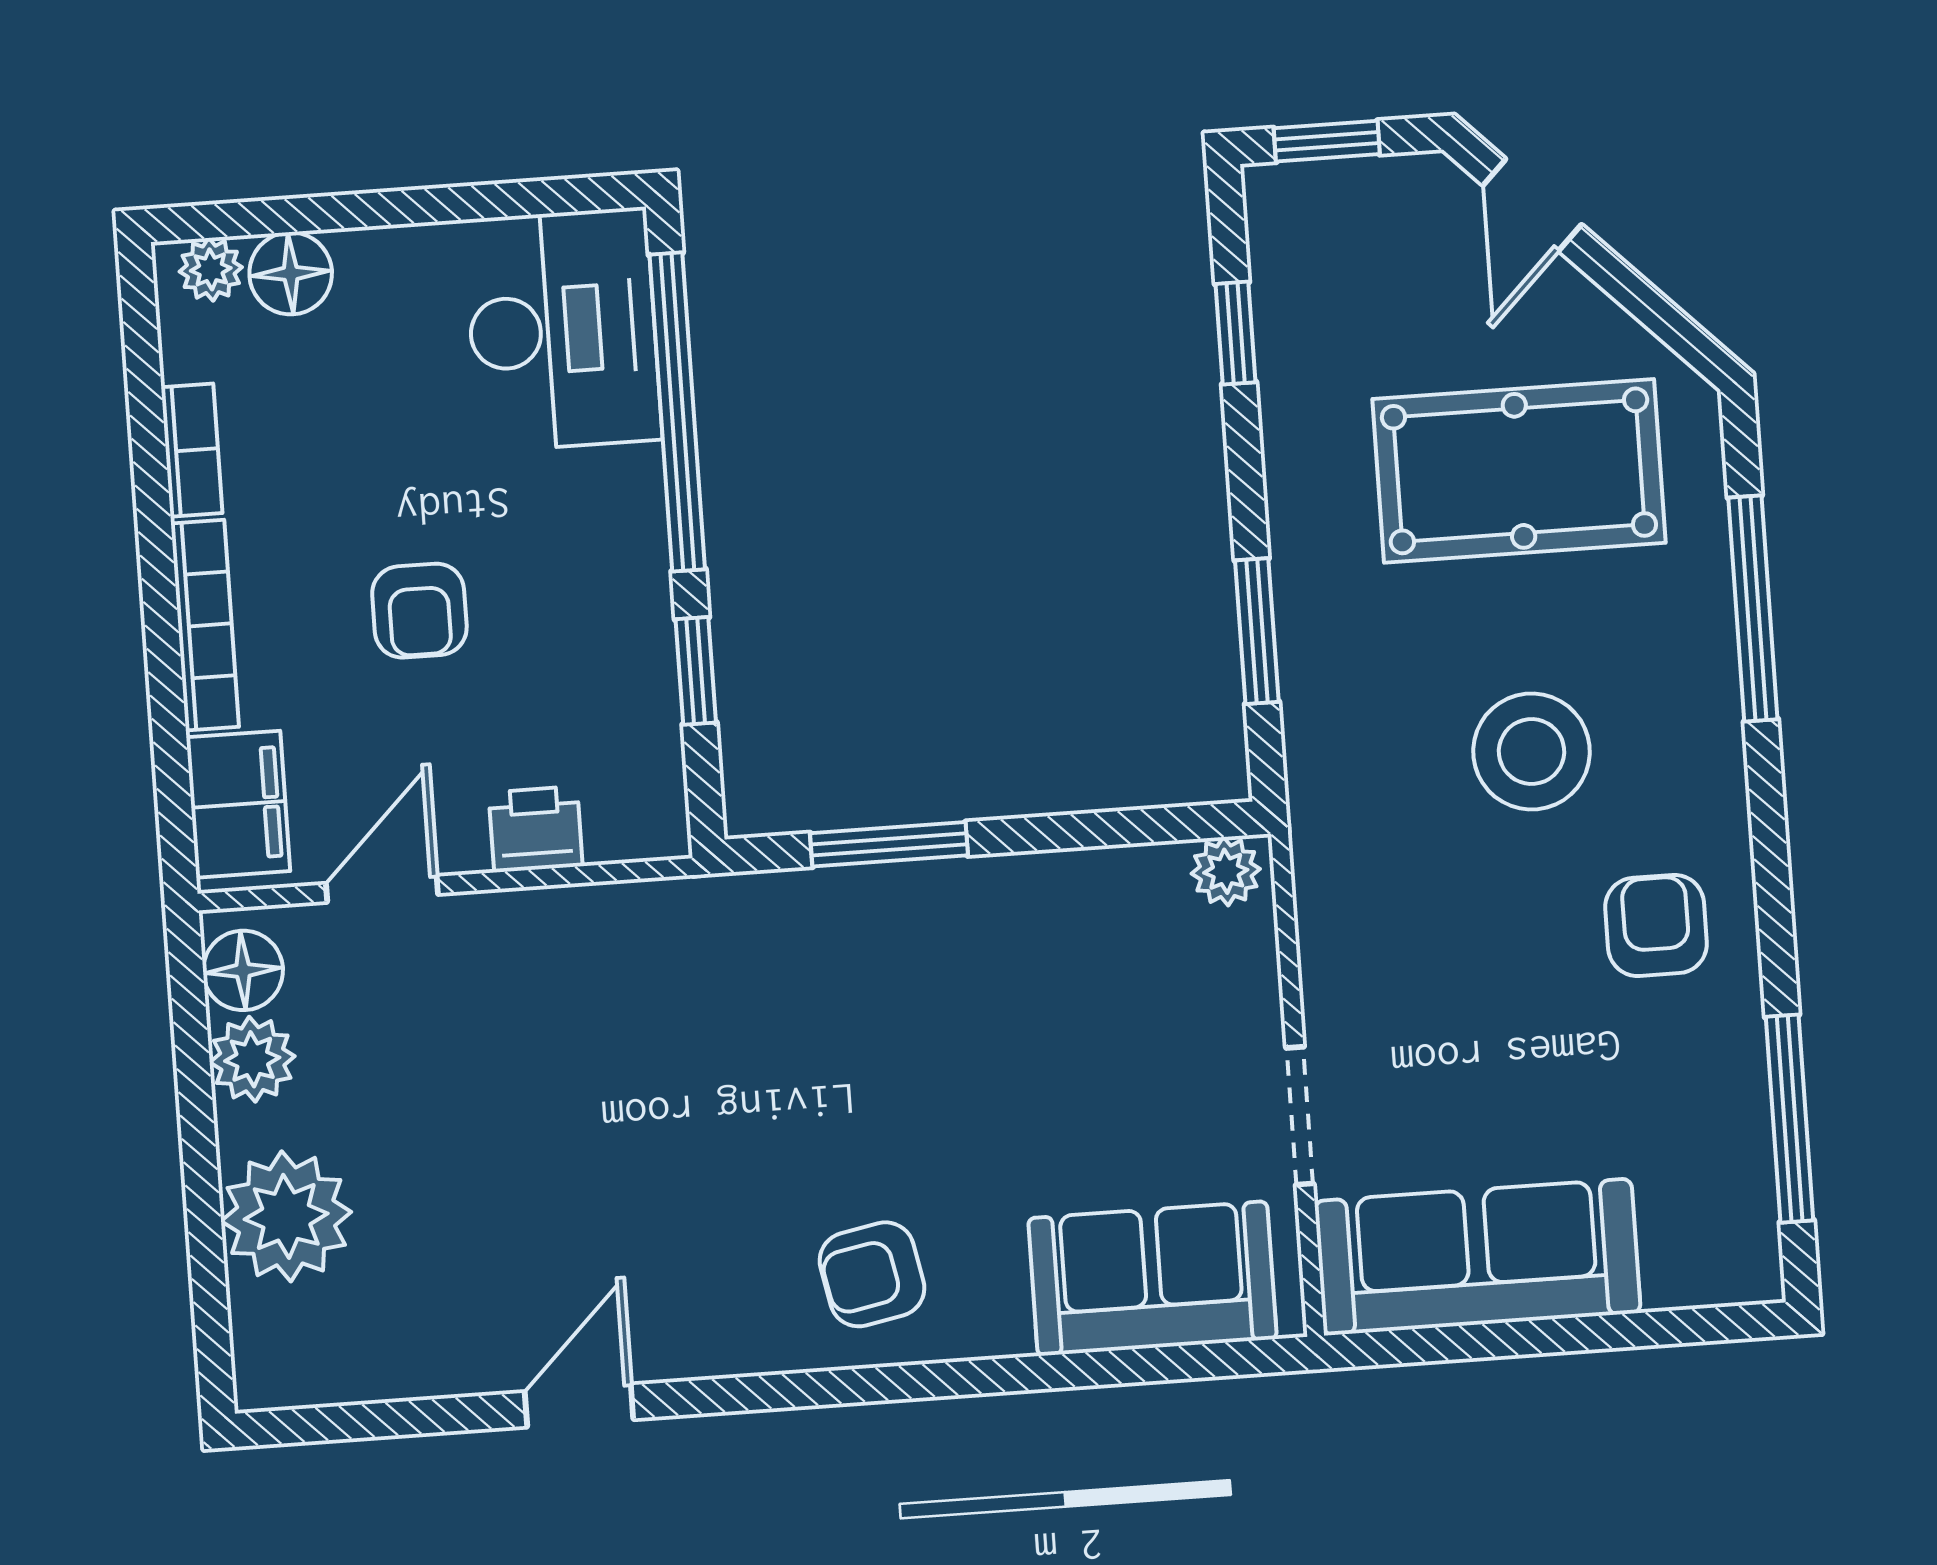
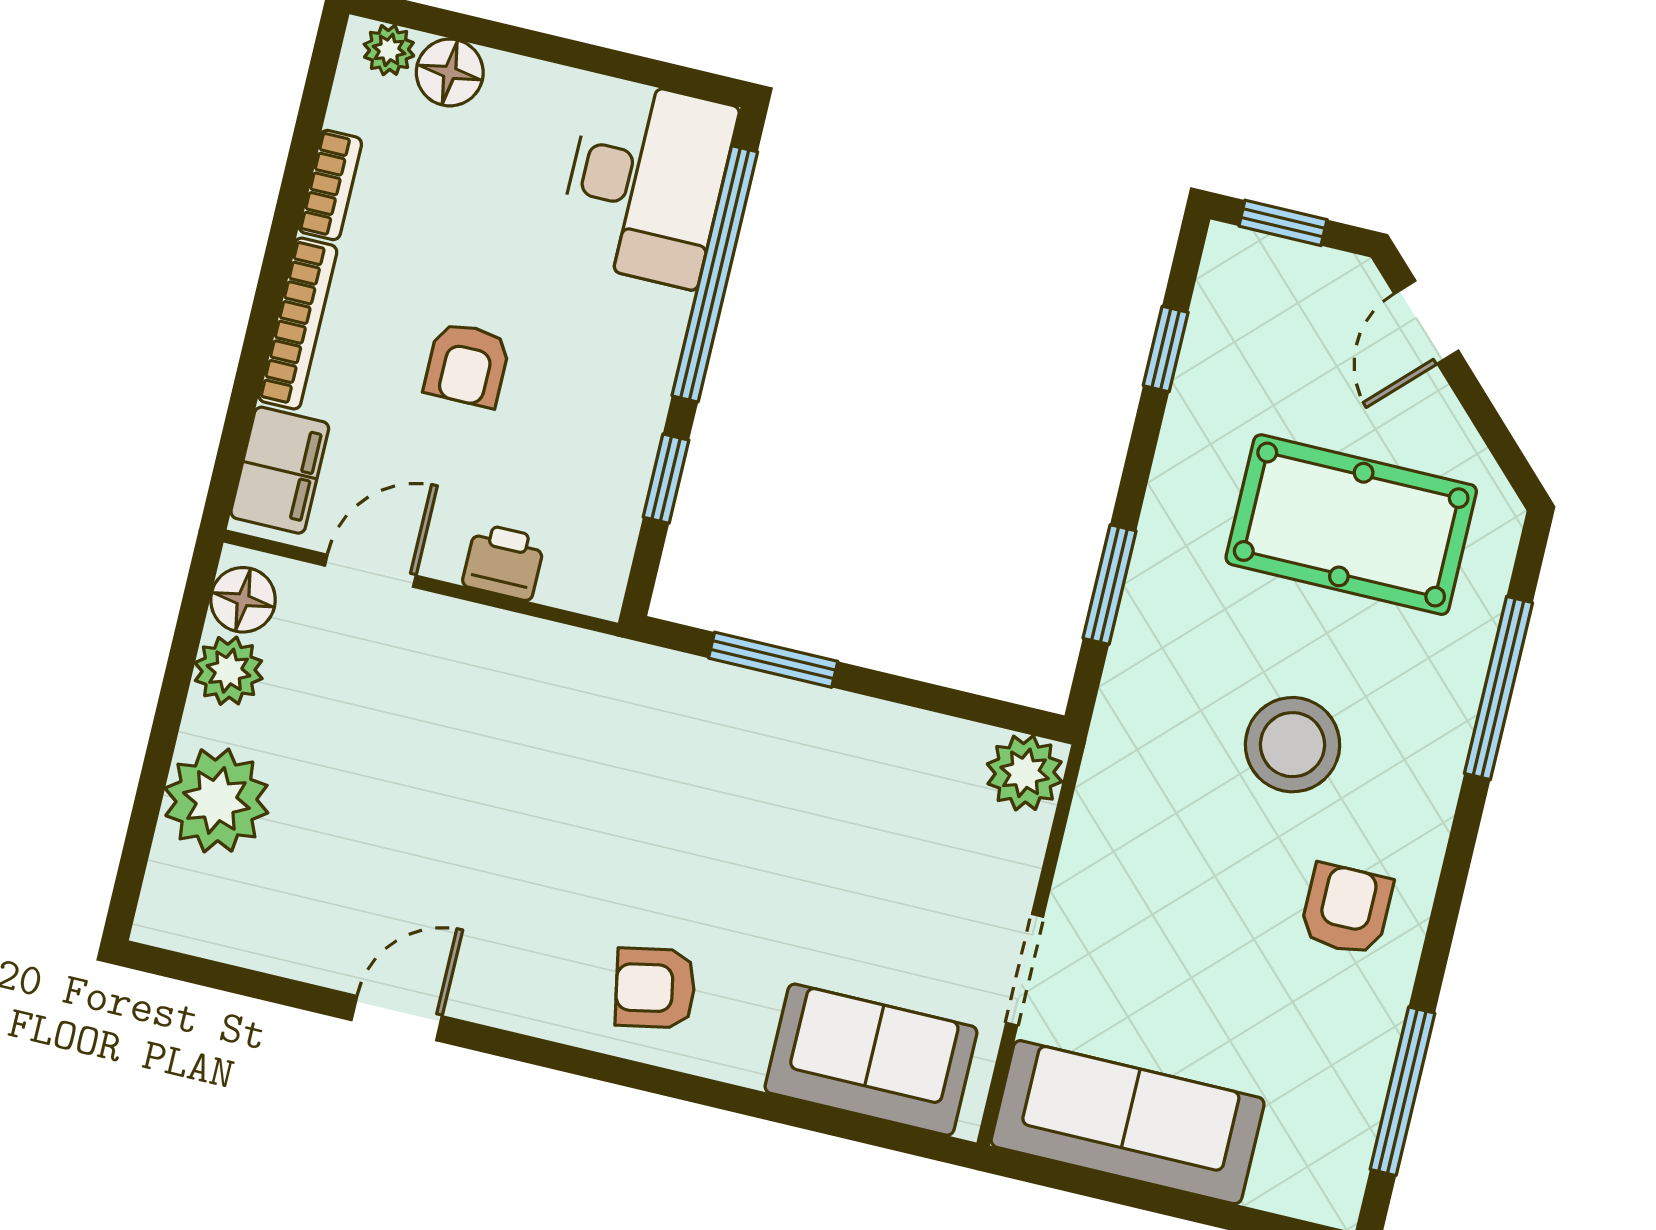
plant: (1226, 871) -> (1025, 773), width x1.38, depth x1.38

